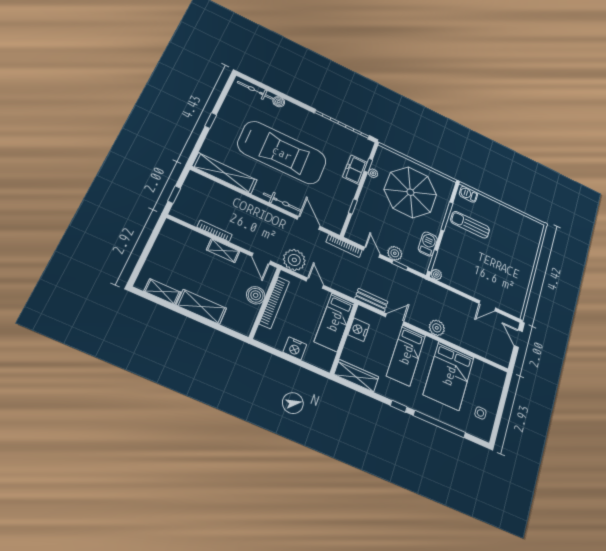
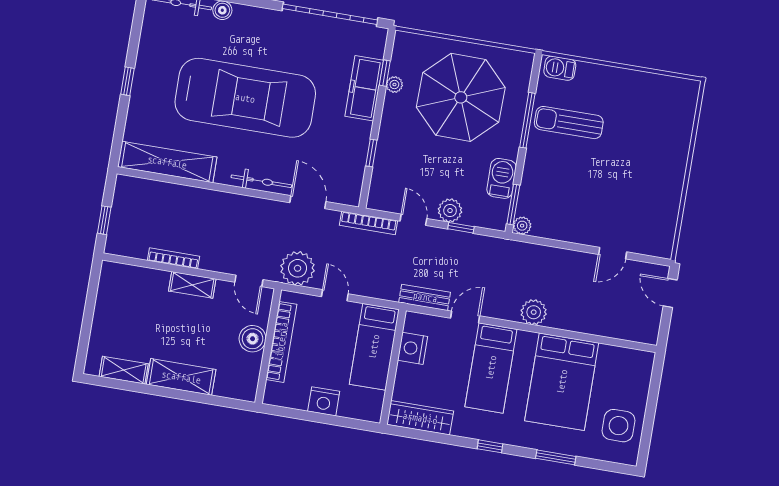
freezer: (355, 170) -> (364, 88), width x1.40
side table: (480, 413) -> (619, 426), width x1.87, depth x1.87
window: (439, 424) -> (556, 457), width x0.47

